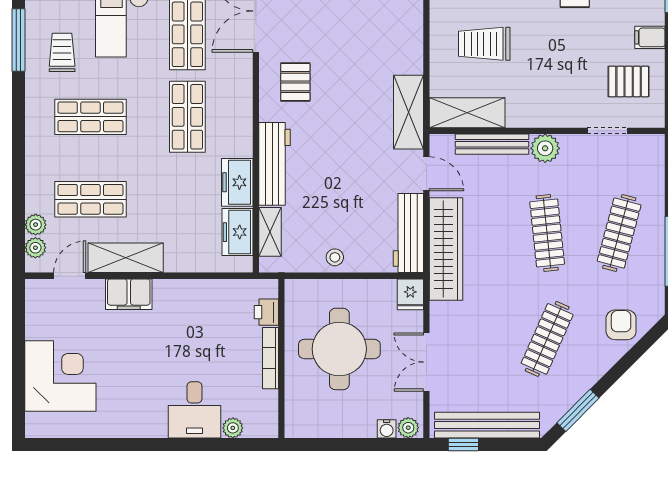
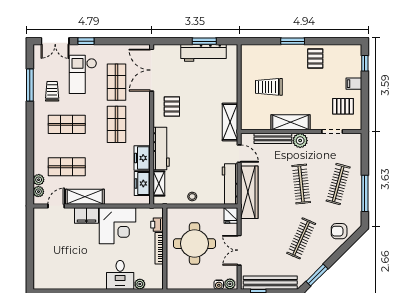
shelving: (467, 113) -> (290, 122), moved
armchair: (621, 325) -> (339, 231), turned -90
corner desk: (60, 376) -> (117, 226), moved, turned 90

